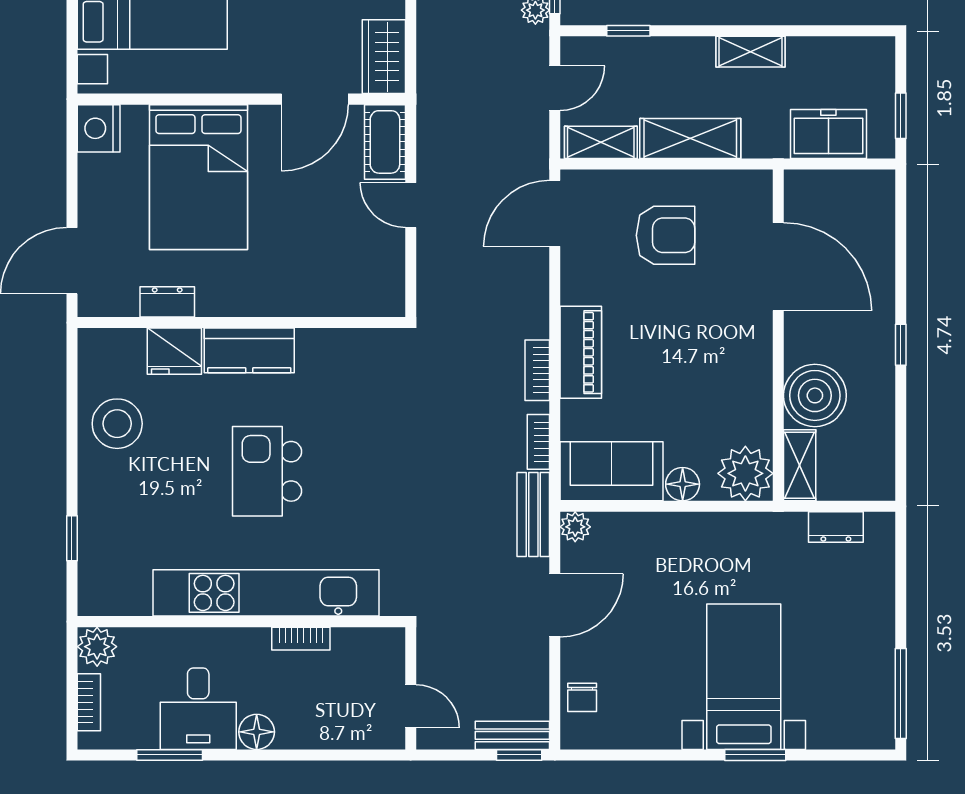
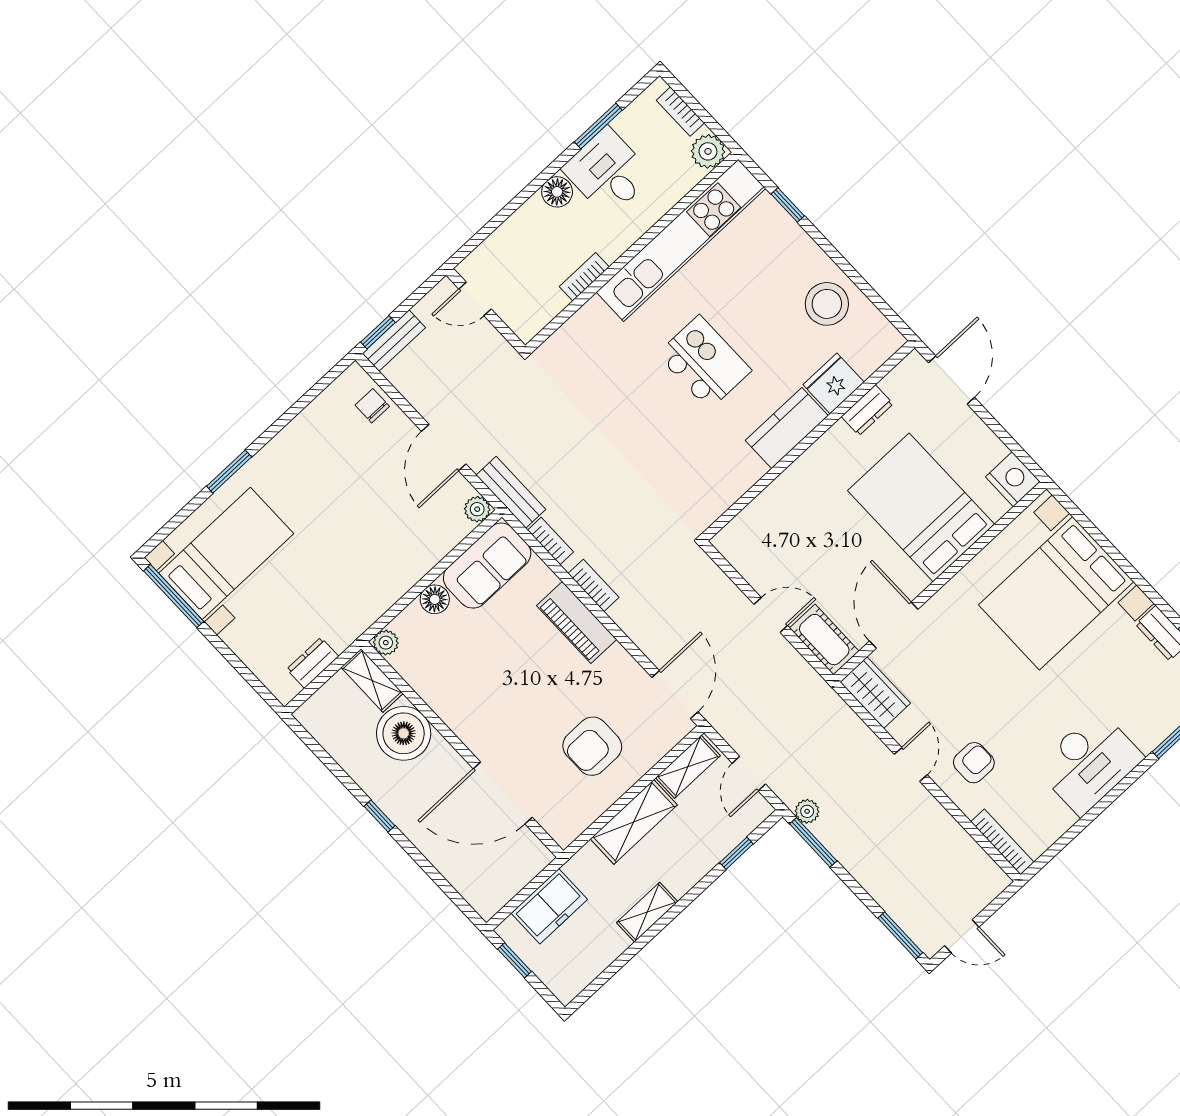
plant: (745, 473) -> (386, 643), width x0.53, depth x0.53
kitchen unit: (266, 593) -> (681, 240), moved
bed with nightstands: (744, 677) -> (226, 553), moved, turned -90

